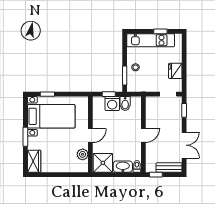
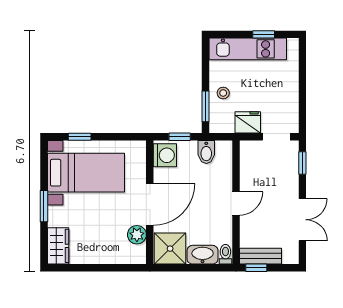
fridge: (175, 71) -> (248, 122), moved, turned 90
washing machine: (112, 103) -> (165, 155), moved, turned -90
door: (90, 136) -> (150, 204), width x1.88
bench: (169, 167) -> (260, 256), moved

